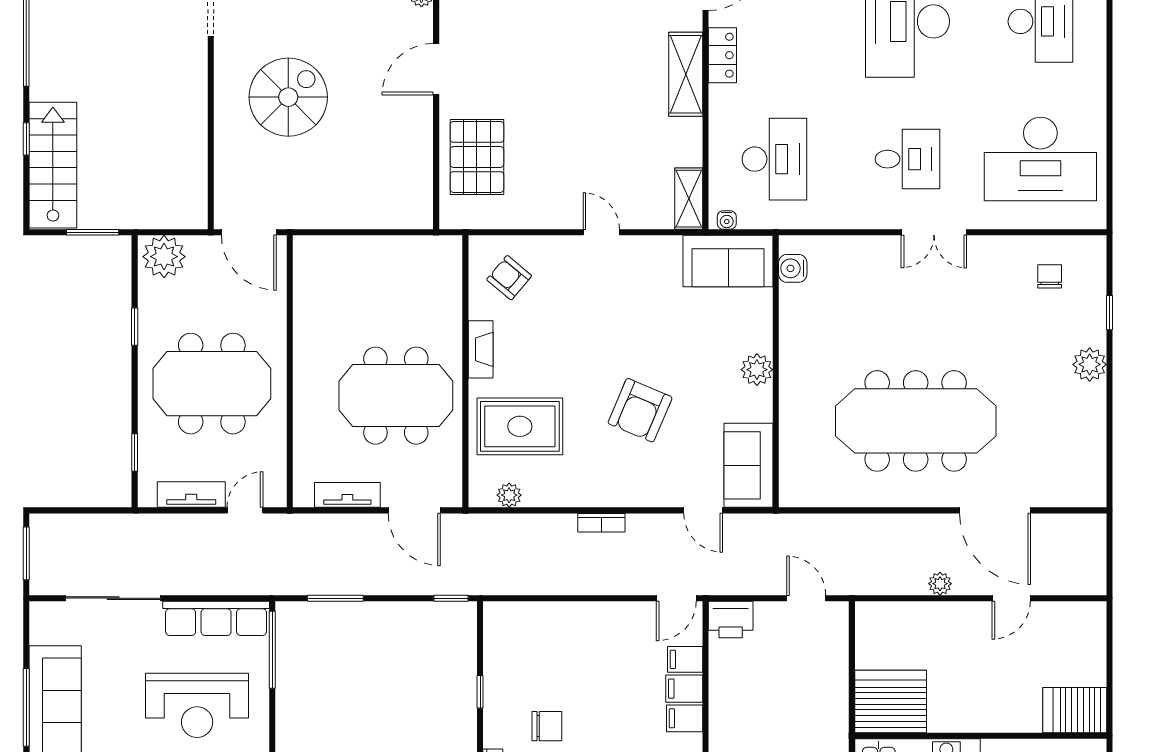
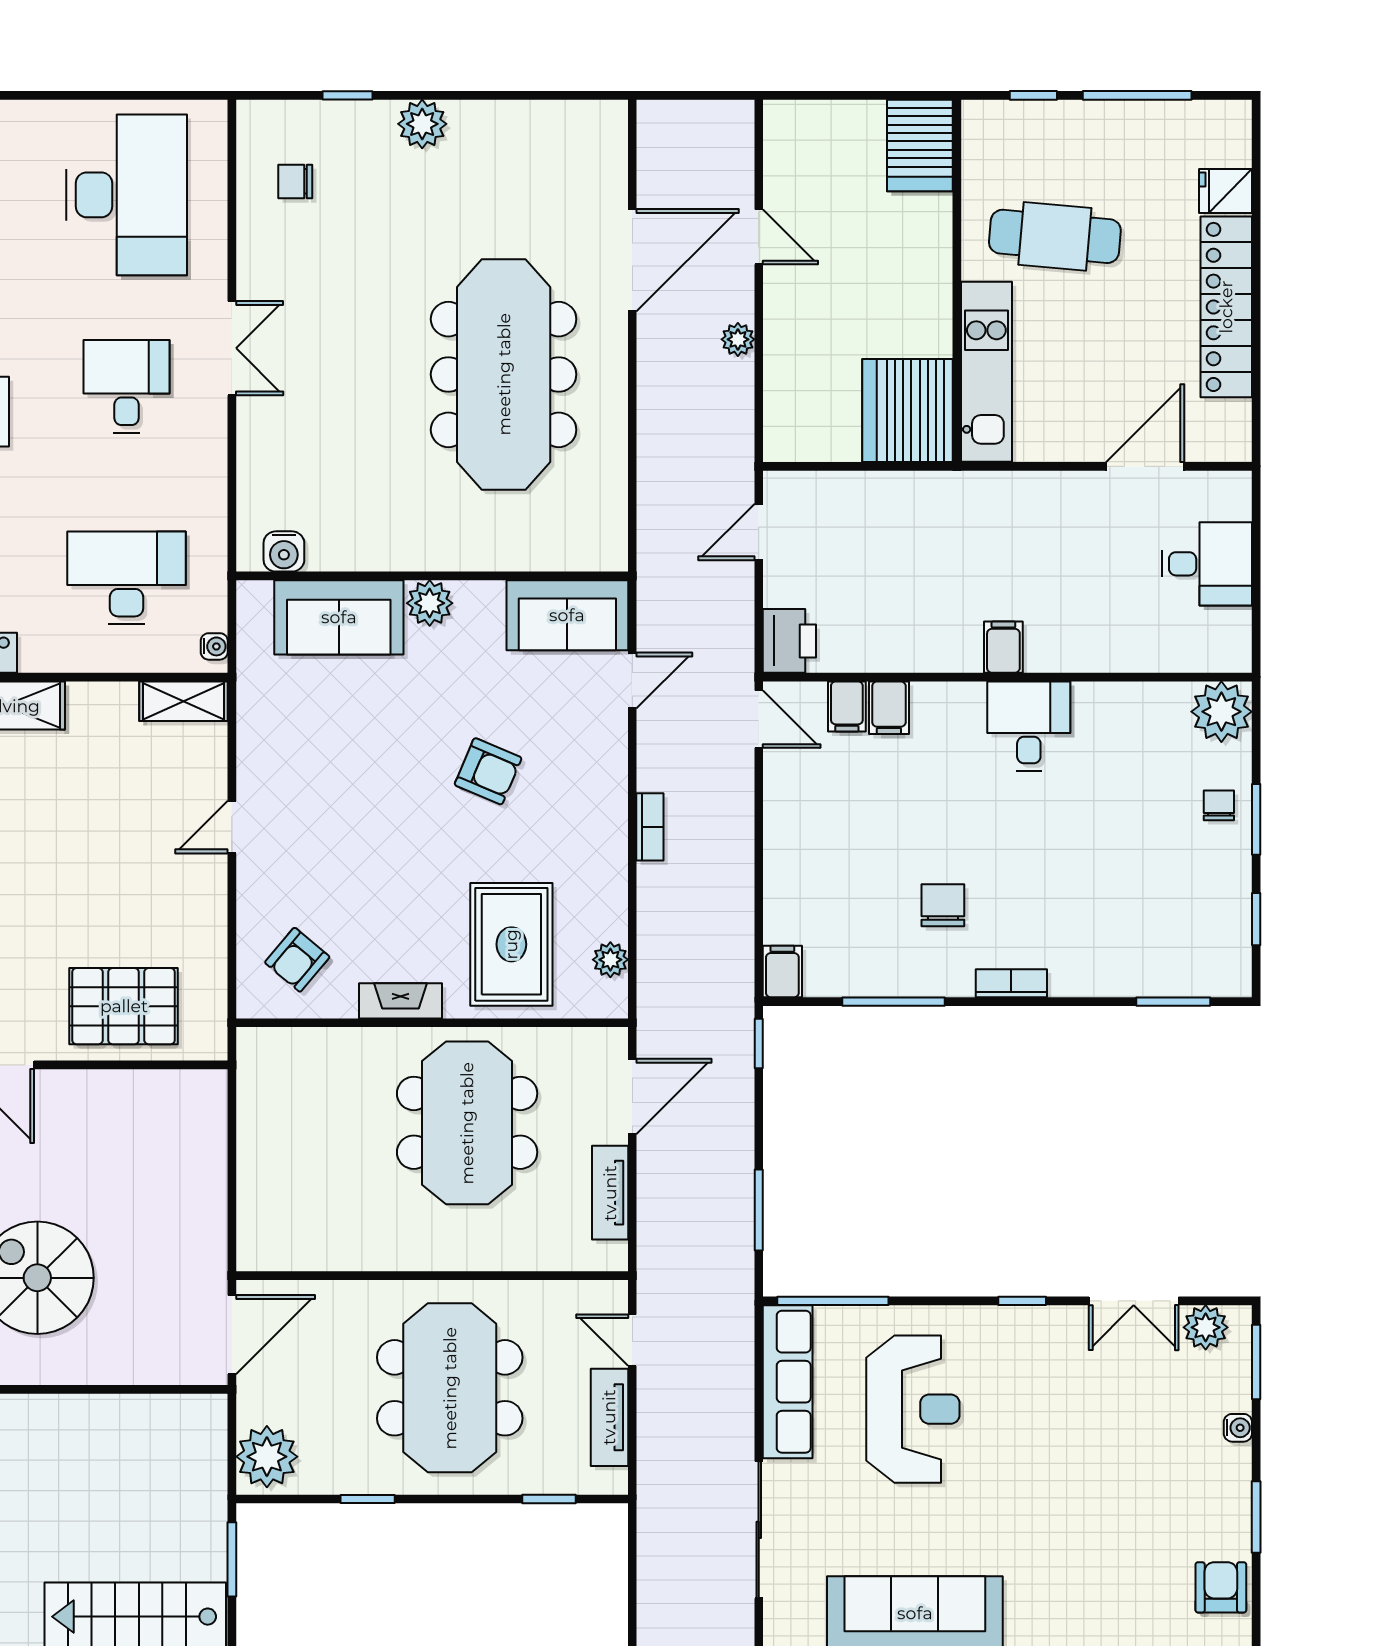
sofa: (728, 261) -> (339, 617), moved, turned 90
armchair: (640, 410) -> (488, 771), width x0.72, depth x0.72
window: (480, 692) -> (893, 1002), width x2.17
filing cabinet: (685, 718) -> (782, 972), moved, turned 180

